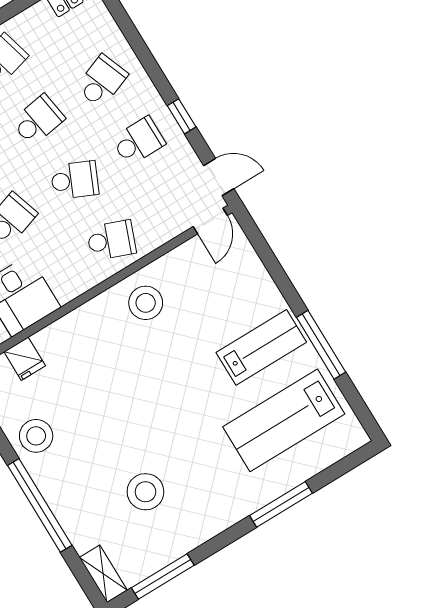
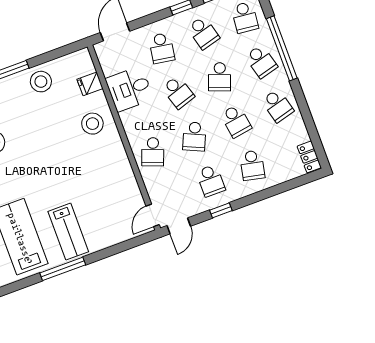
school desk: (102, 81) -> (252, 165), turned 33
door: (210, 221) -> (153, 215), hinge flipped
stool: (146, 303) -> (92, 124), moved

